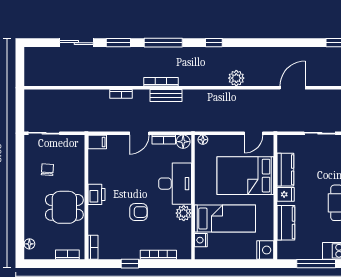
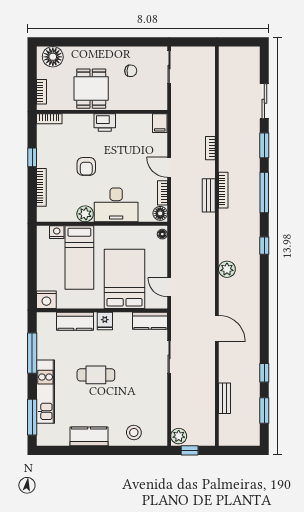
kitchen counter: (285, 170) -> (150, 321), moved
floor lamp: (29, 244) -> (53, 57), width x1.89, depth x1.89

